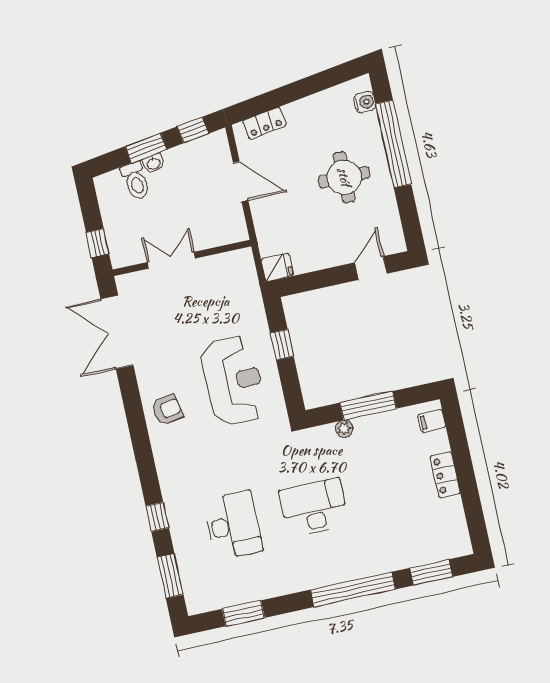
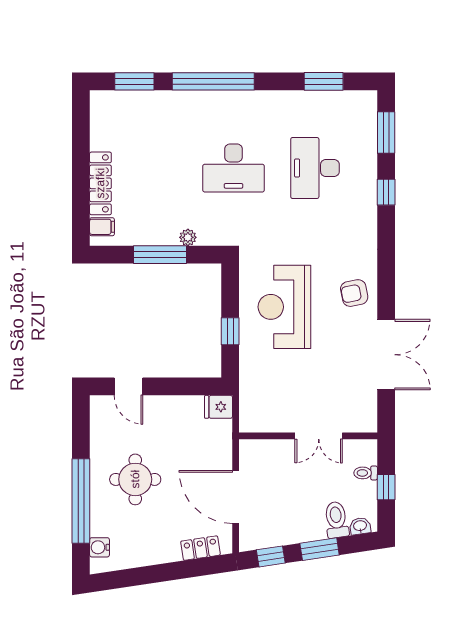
washbasin: (153, 163) -> (360, 526), moved
door: (241, 182) -> (236, 497), width x1.36
toilet: (117, 233) -> (366, 473), added
window: (98, 243) -> (386, 487), moved
door: (371, 268) -> (129, 386), hinge flipped
double door: (117, 332) -> (386, 355), moved
locker: (445, 475) -> (100, 183), width x1.53

